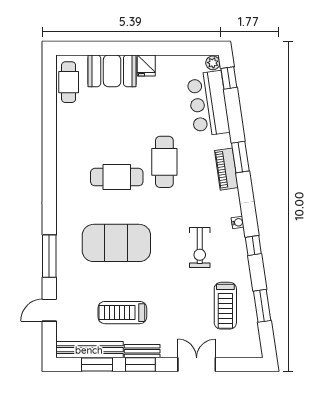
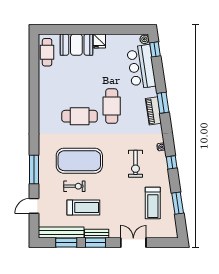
exercise bike: (109, 281) -> (74, 186), added
treadmill: (122, 313) -> (83, 208), turned 180

